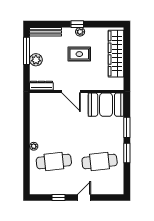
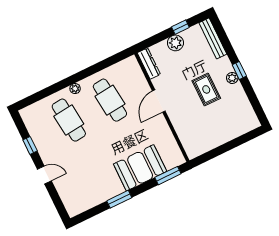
window: (26, 51) -> (180, 27), width x0.46
wardrobe: (116, 54) -> (227, 131), removed
booth: (106, 105) -> (140, 168), moved, turned 90
window: (127, 127) -> (168, 176), moved
cafe table: (100, 162) -> (110, 100), moved

